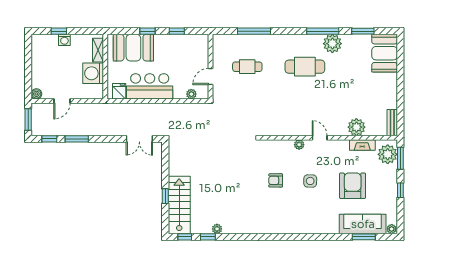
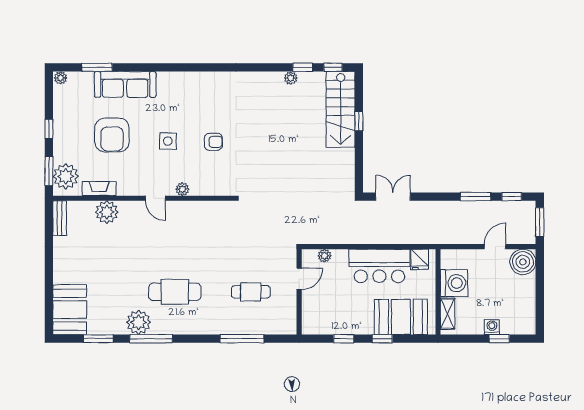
boiler: (36, 94) -> (523, 262), width x1.86, depth x1.86
sofa: (363, 224) -> (125, 84), moved

